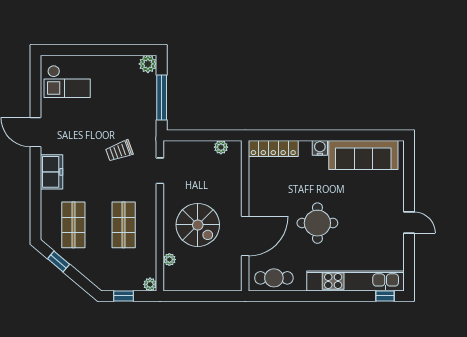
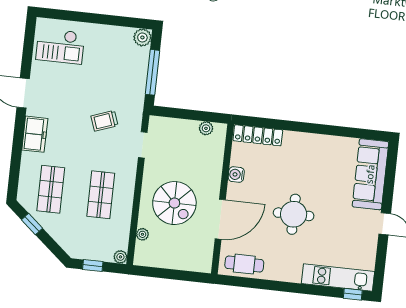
water cooler: (320, 148) -> (236, 175), moved, turned -90
sofa: (363, 155) -> (370, 174), moved, turned 90
kitchen unit: (355, 281) -> (338, 277), width x0.73

